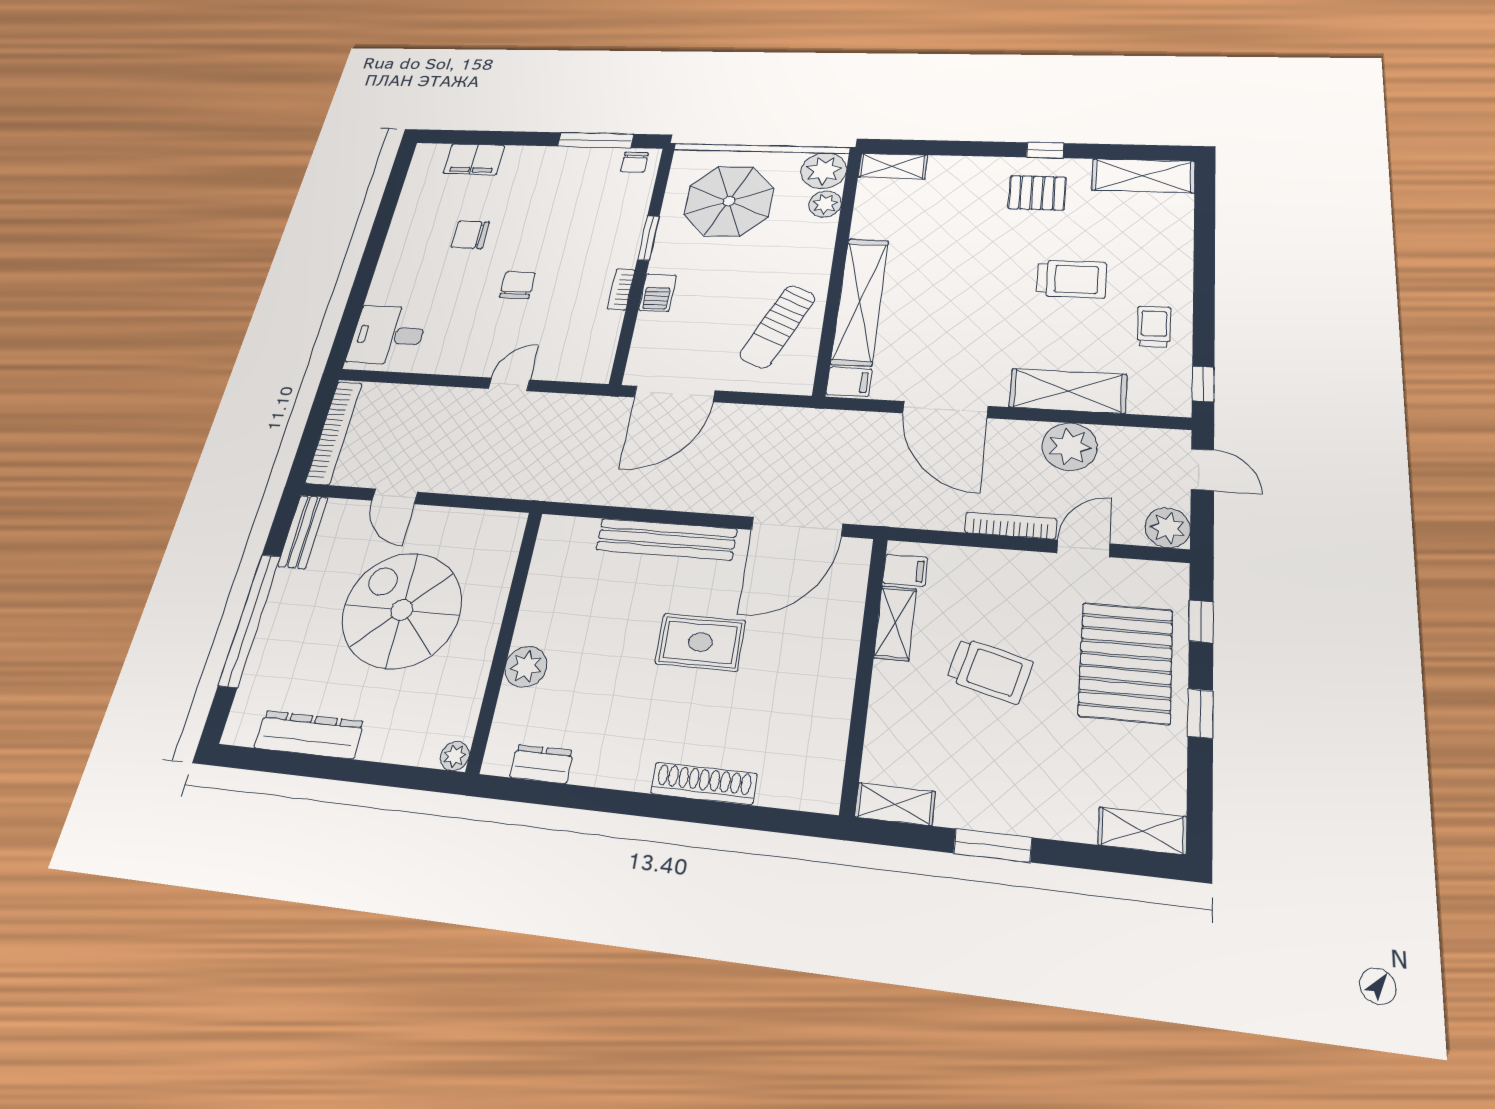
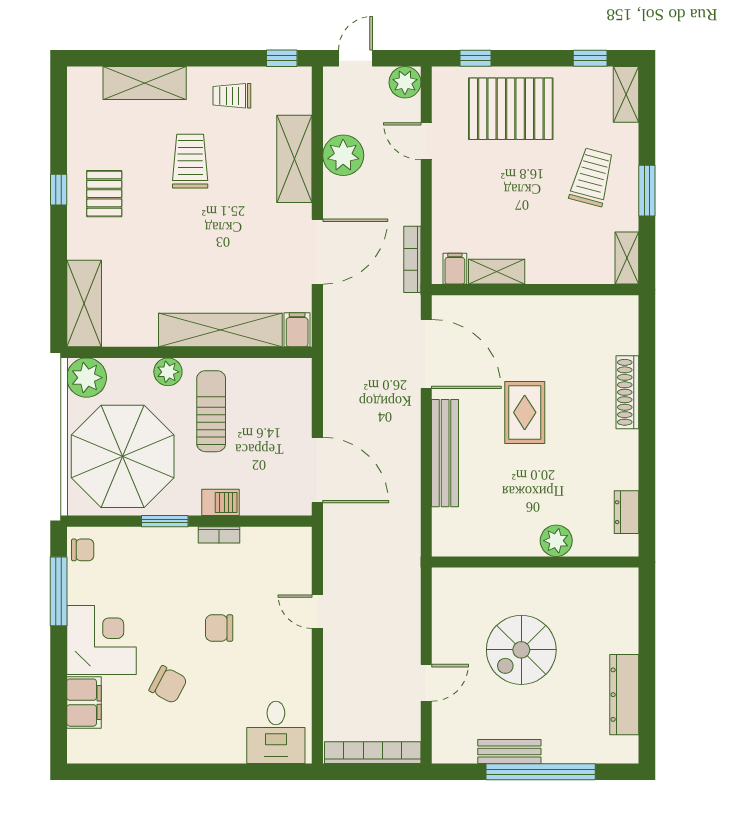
shelving: (893, 166) -> (84, 304), width x1.50, depth x1.33
corner desk: (535, 176) -> (101, 640), added
shelving: (1143, 176) -> (145, 83), moved, turned 90
parasol: (729, 201) -> (123, 456), width x1.36, depth x1.36
plant: (825, 204) -> (168, 372), moved
chair: (470, 235) -> (168, 685), turned -62
sun lounger: (778, 327) -> (211, 411), moved, turned -114
bookcase: (1011, 526) -> (412, 259), moved
bench: (303, 532) -> (509, 752), moved
spiral stairs: (402, 610) -> (521, 650), width x0.73, depth x0.73
trolley: (990, 671) -> (592, 177), moved
window: (1200, 713) -> (590, 58), moved
plant: (455, 756) -> (628, 578), removed

